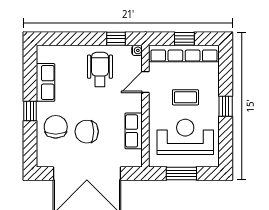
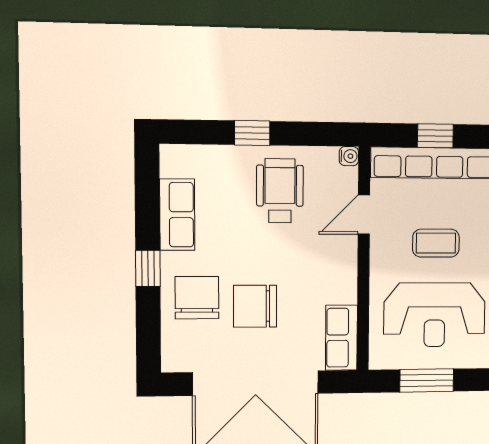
window: (116, 39) -> (252, 133), moved
row of seats: (134, 131) -> (341, 338), moved
reception desk: (185, 137) -> (434, 315), turned 180

